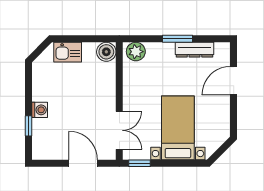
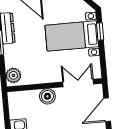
boiler: (106, 52) -> (47, 96), moved
window: (140, 163) -> (100, 31), moved

